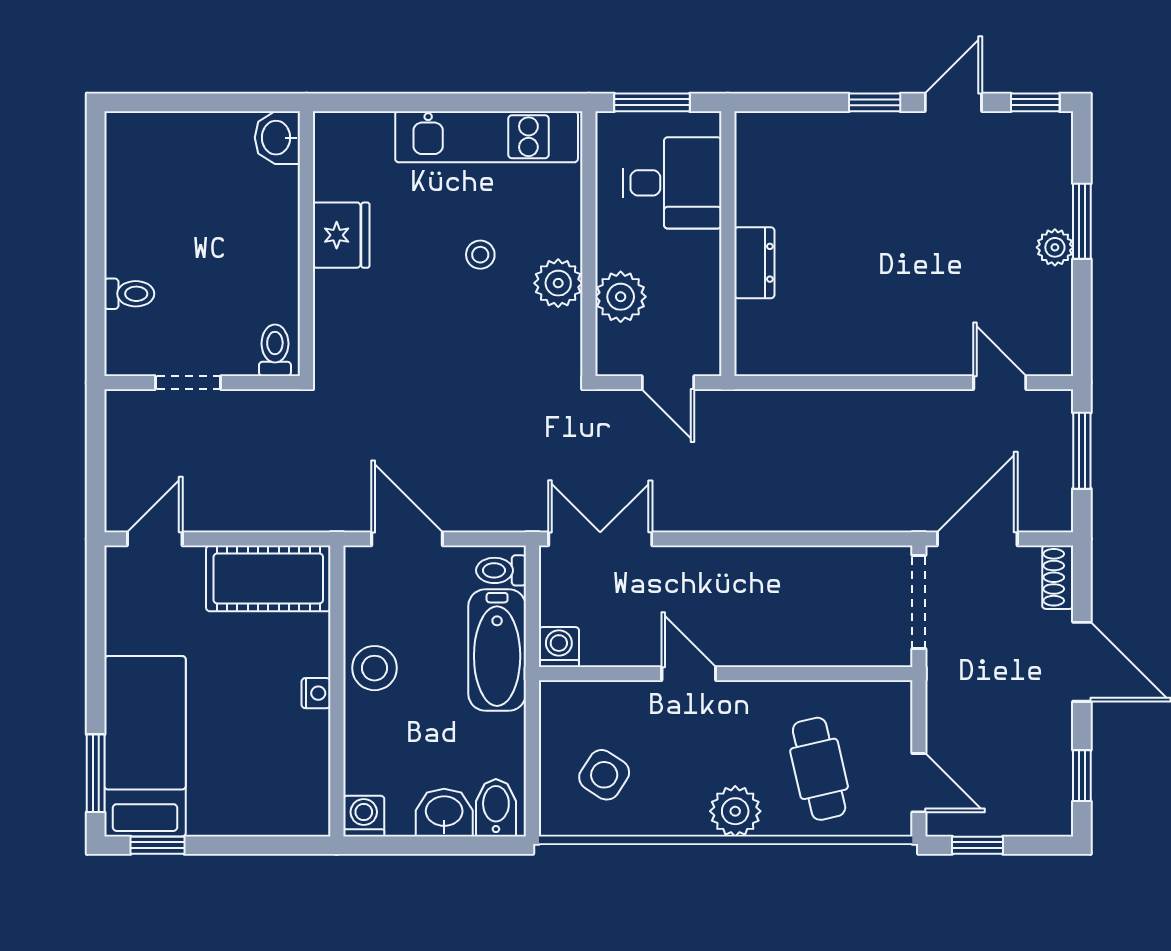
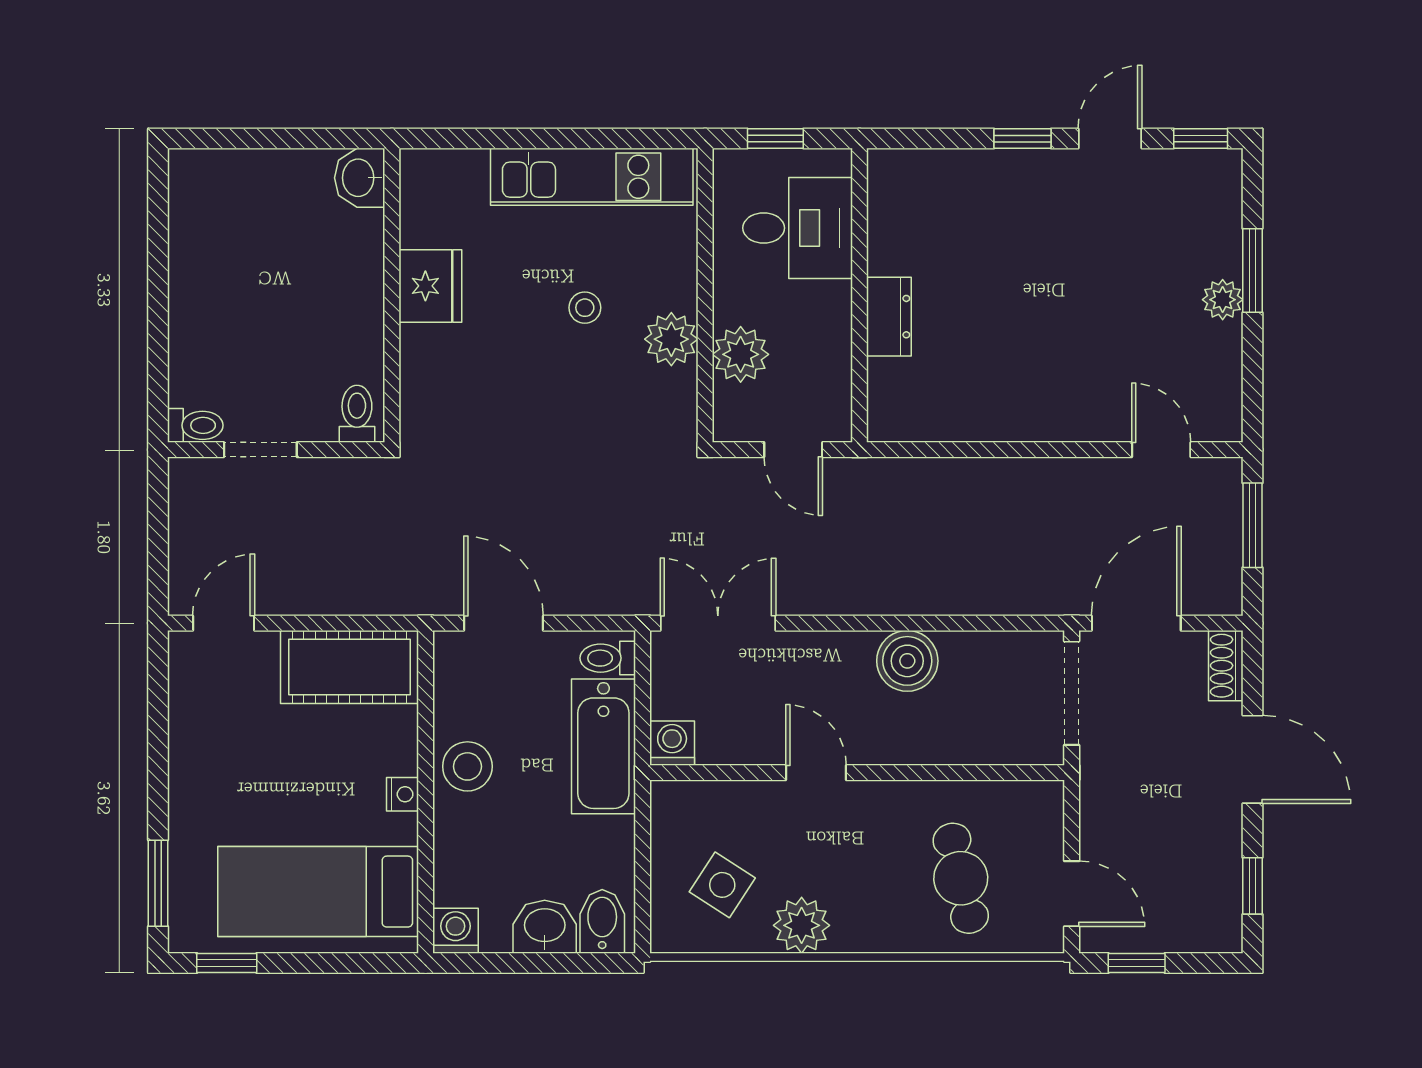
window: (652, 102) -> (775, 139), width x0.67
toilet: (129, 294) -> (195, 425), moved
boiler: (771, 573) -> (907, 661), added
bed: (145, 746) -> (318, 892), moved, turned -90
plant: (735, 811) -> (802, 925), moved

